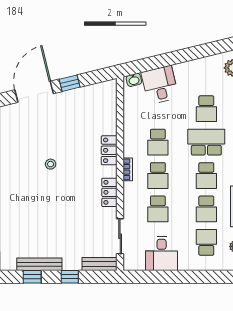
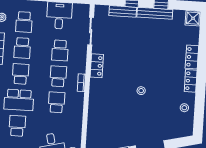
locker: (109, 150) -> (95, 98), removed
school desk: (158, 209) -> (60, 50), turned 180
school desk: (206, 209) -> (22, 48), turned 180
bench: (100, 264) -> (123, 11), moved

